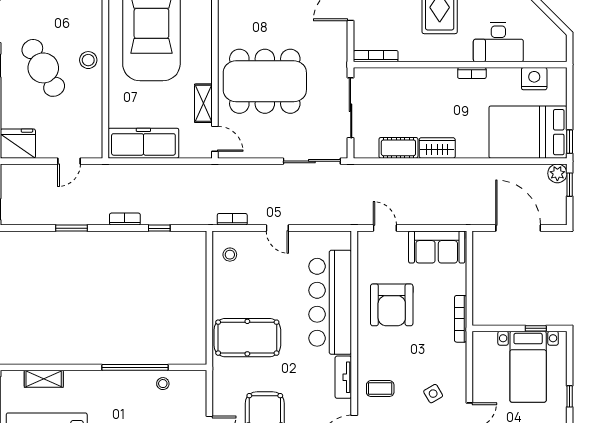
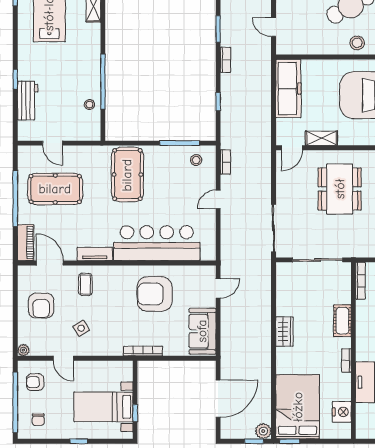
dining table: (265, 81) -> (340, 189), width x0.73, depth x0.80
cot: (398, 148) -> (342, 321), moved
bookcase: (125, 219) -> (226, 60), moved
window: (209, 275) -> (180, 143), added

